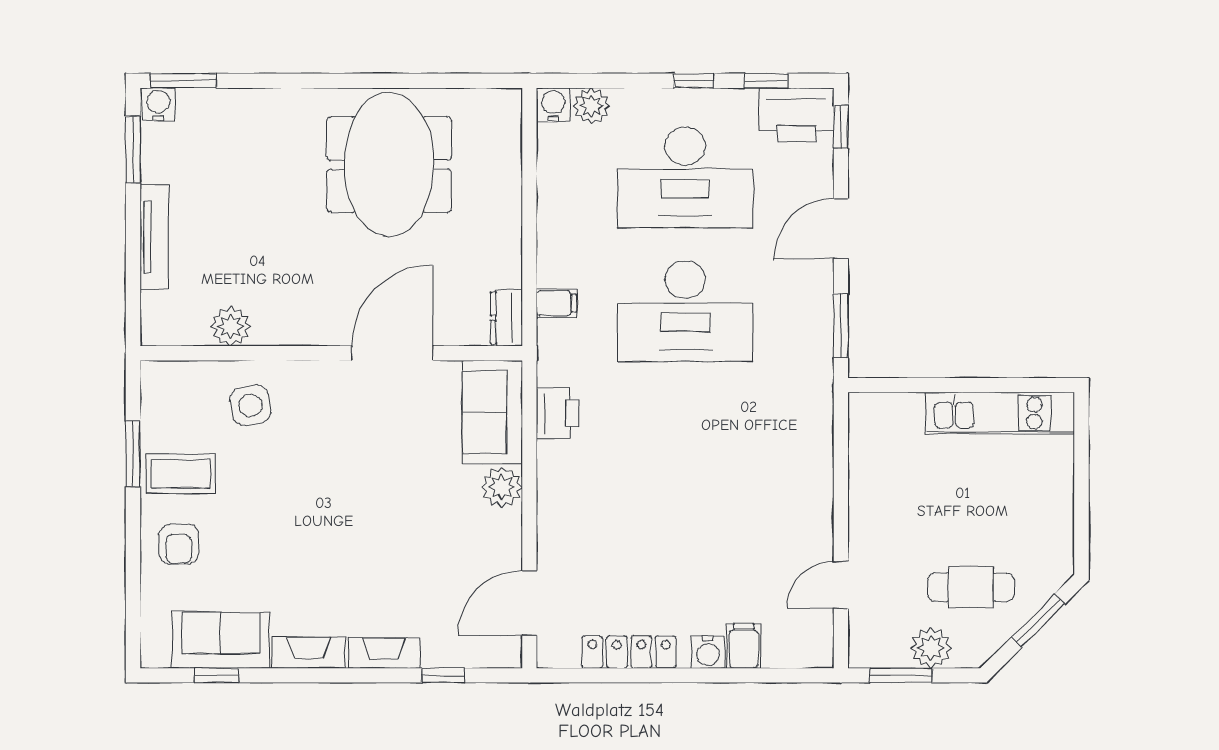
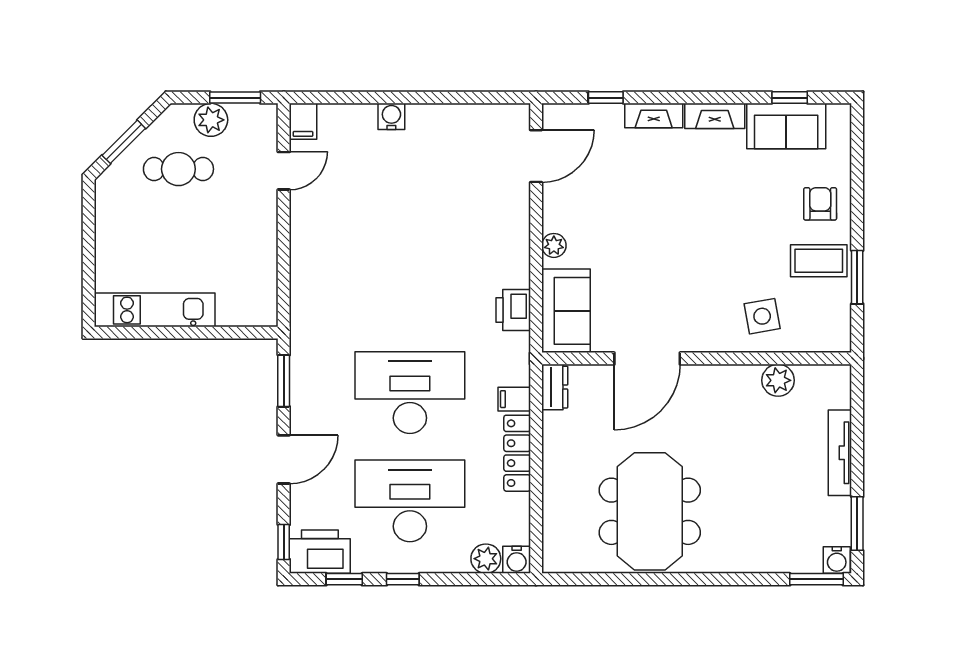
plant: (502, 487) -> (554, 245), width x0.73, depth x0.73
filing cabinet: (744, 646) -> (303, 121), moved
locker: (629, 652) -> (517, 453), moved, turned 90

